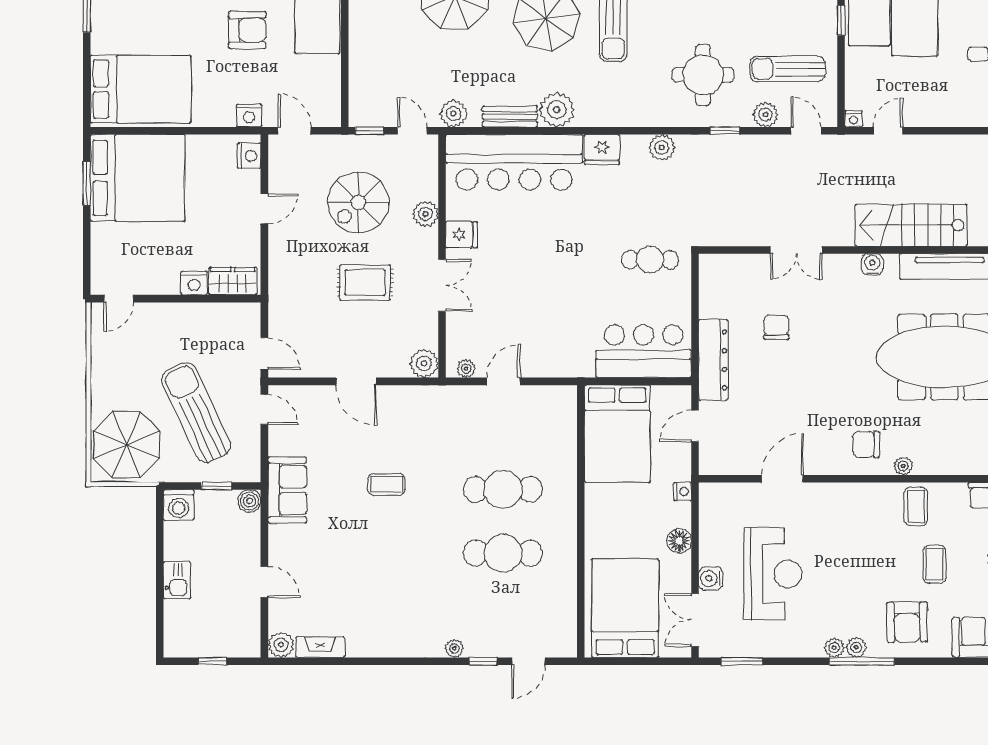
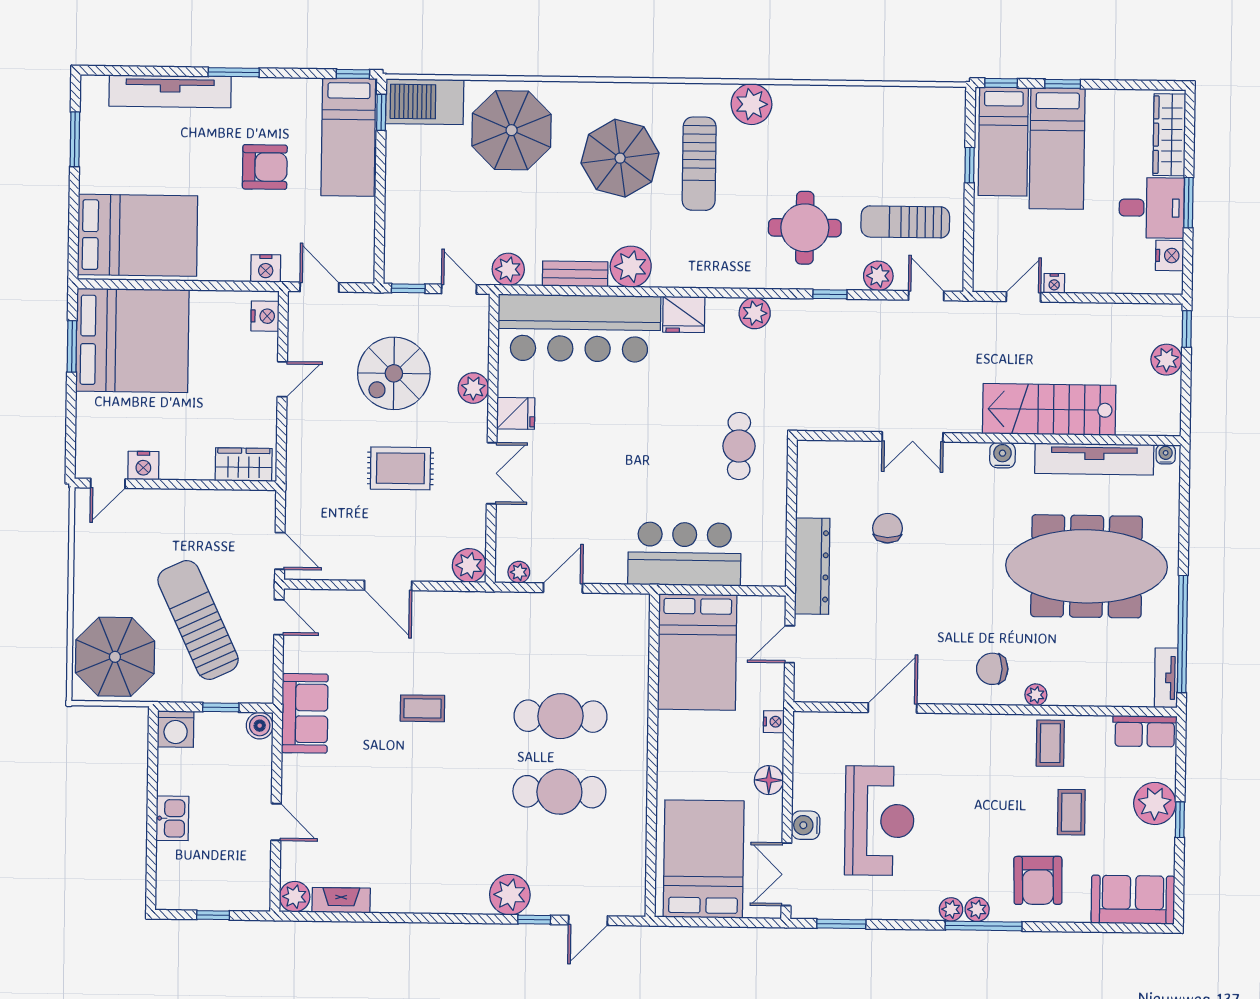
nightstand: (853, 119) -> (1054, 283), moved
cafe table: (650, 260) -> (739, 446), turned 90
nightstand: (194, 283) -> (143, 465), moved
bar counter: (644, 351) -> (684, 554), moved
plant: (454, 648) -> (510, 895), width x1.88, depth x1.88

